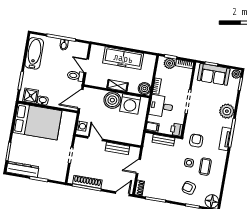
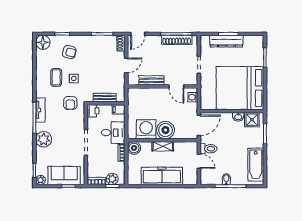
bed: (37, 122) -> (240, 88), width x1.36
dresser: (23, 169) -> (226, 41), moved

